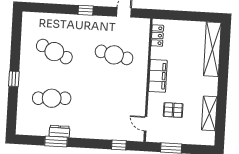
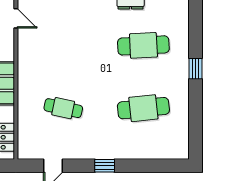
cafe table: (54, 52) -> (143, 108), turned -30
cafe table: (114, 55) -> (63, 108), width x0.73, depth x0.74

